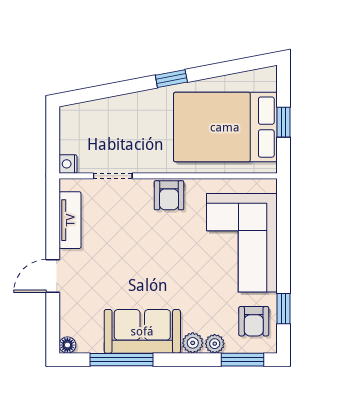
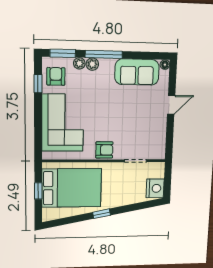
nightstand: (68, 164) -> (155, 188), moved, width x1.89, depth x1.79
armchair: (169, 195) -> (104, 150), turned 90
tv unit: (70, 220) -> (160, 136), removed
sofa: (142, 331) -> (137, 72), moved
window: (121, 360) -> (104, 54), moved

